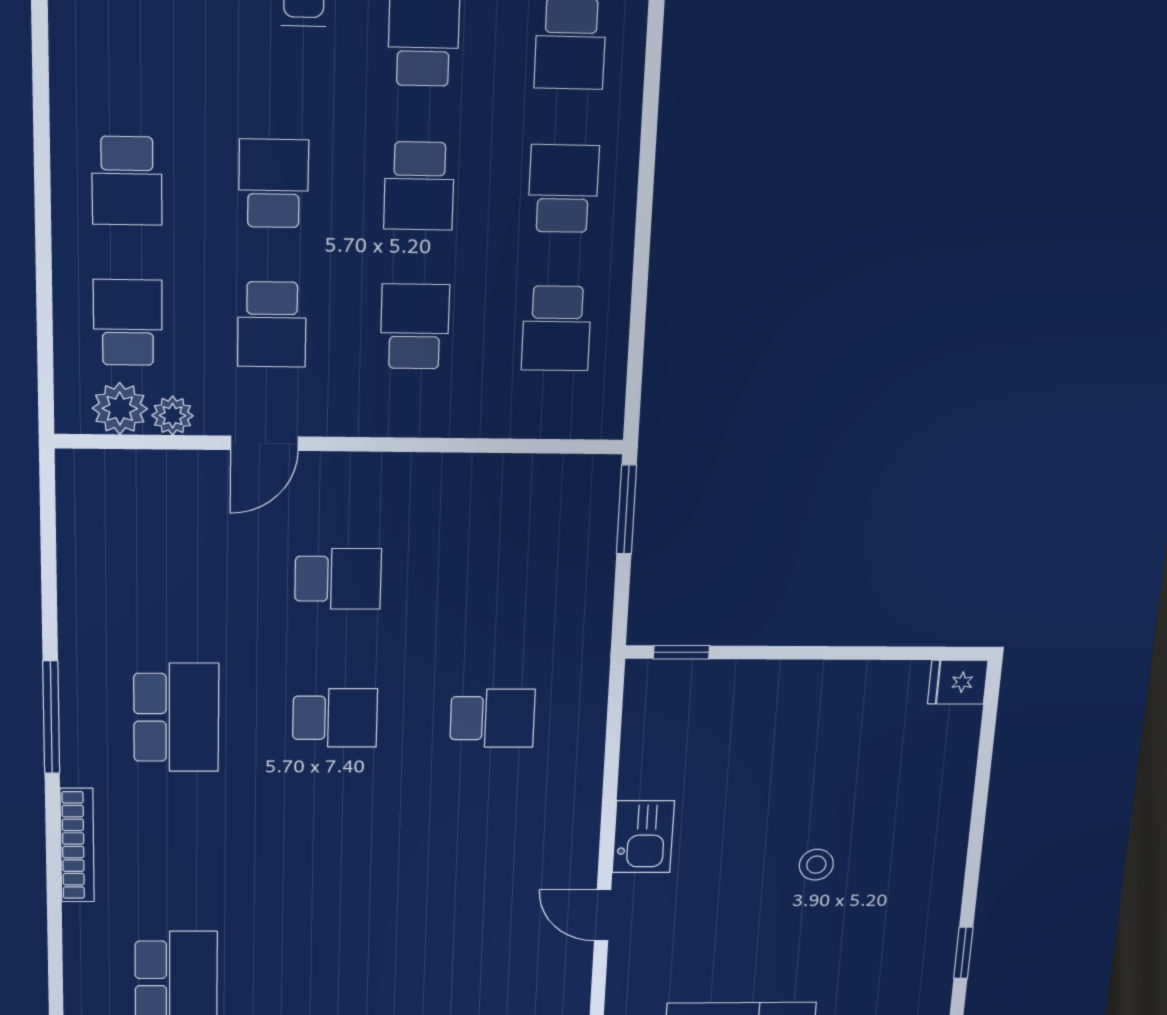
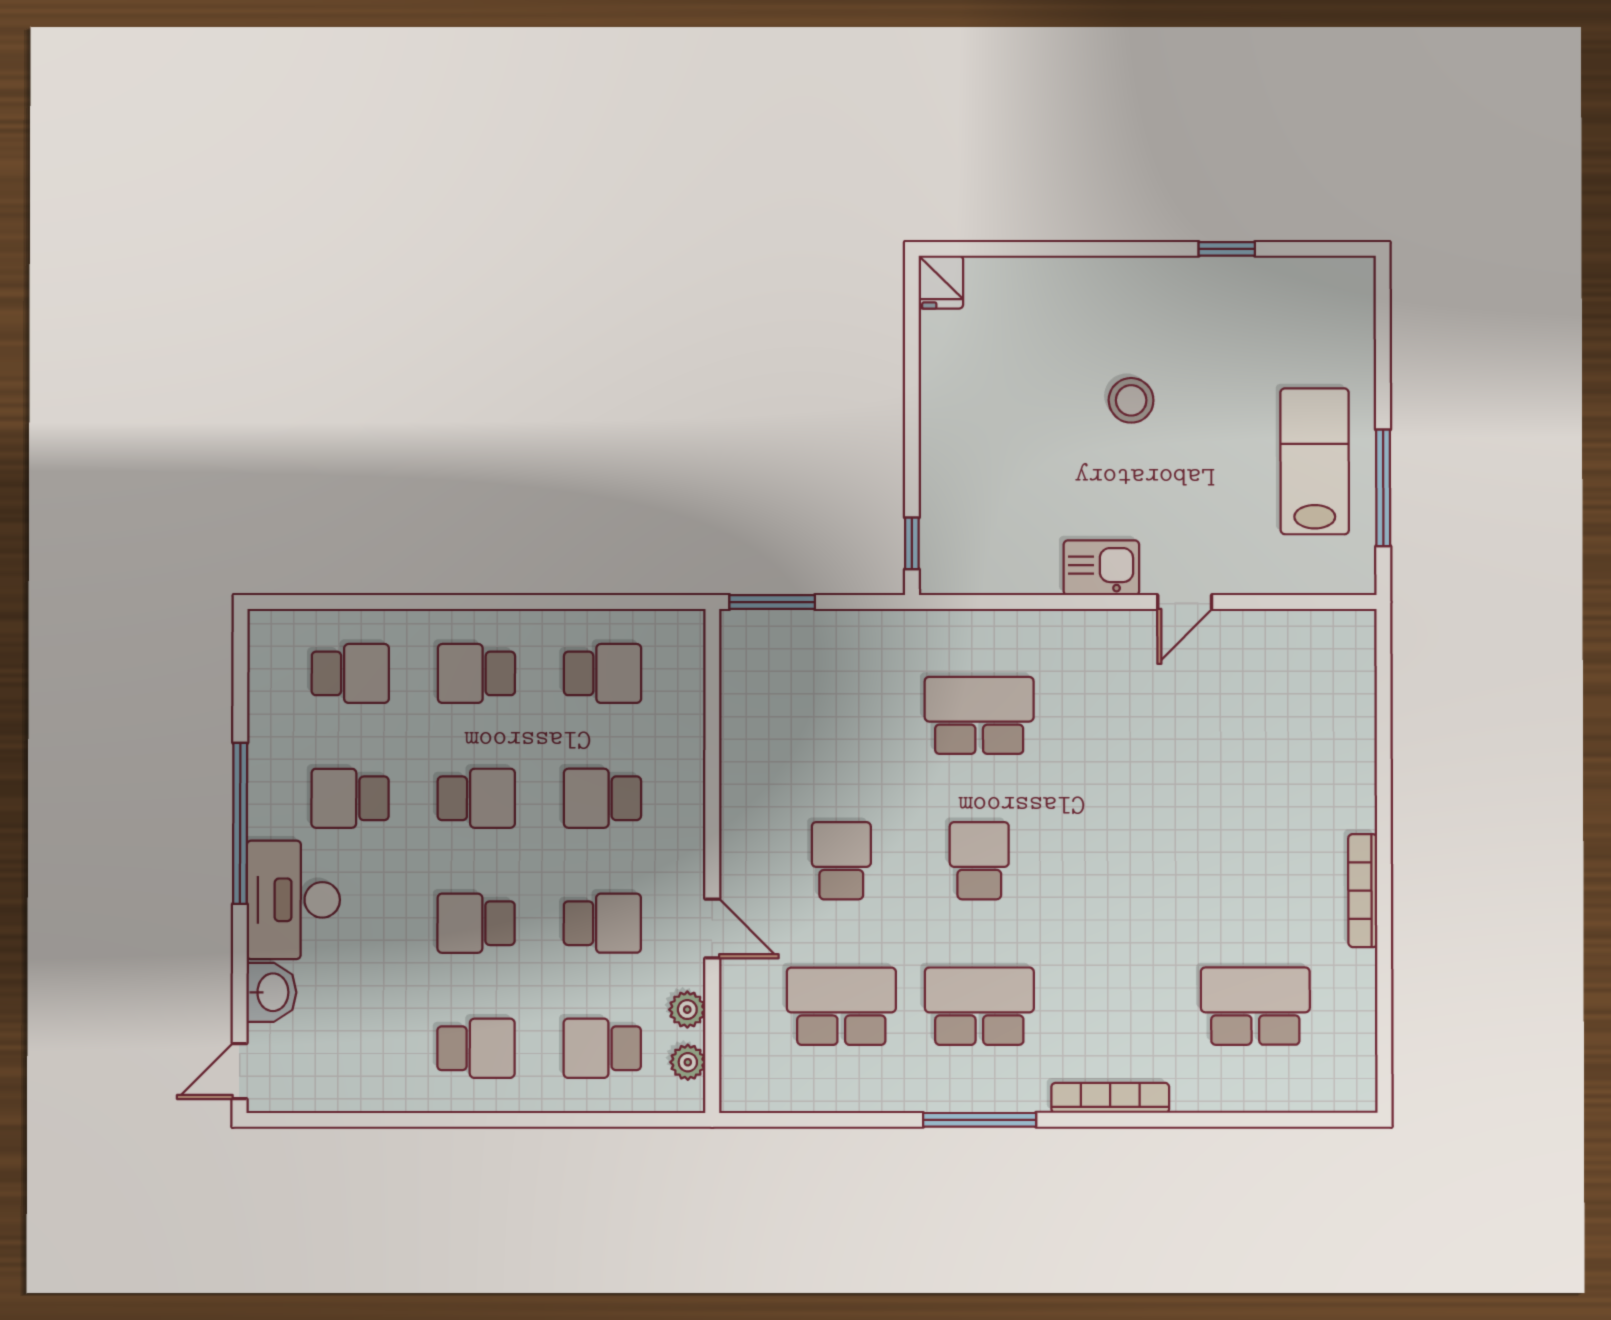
plant: (120, 408) -> (688, 1062), width x0.73, depth x0.73
school desk: (176, 578) -> (841, 1006), added
school desk: (492, 718) -> (979, 715), width x1.85
stool: (816, 865) -> (1131, 400), width x1.37, depth x1.37

